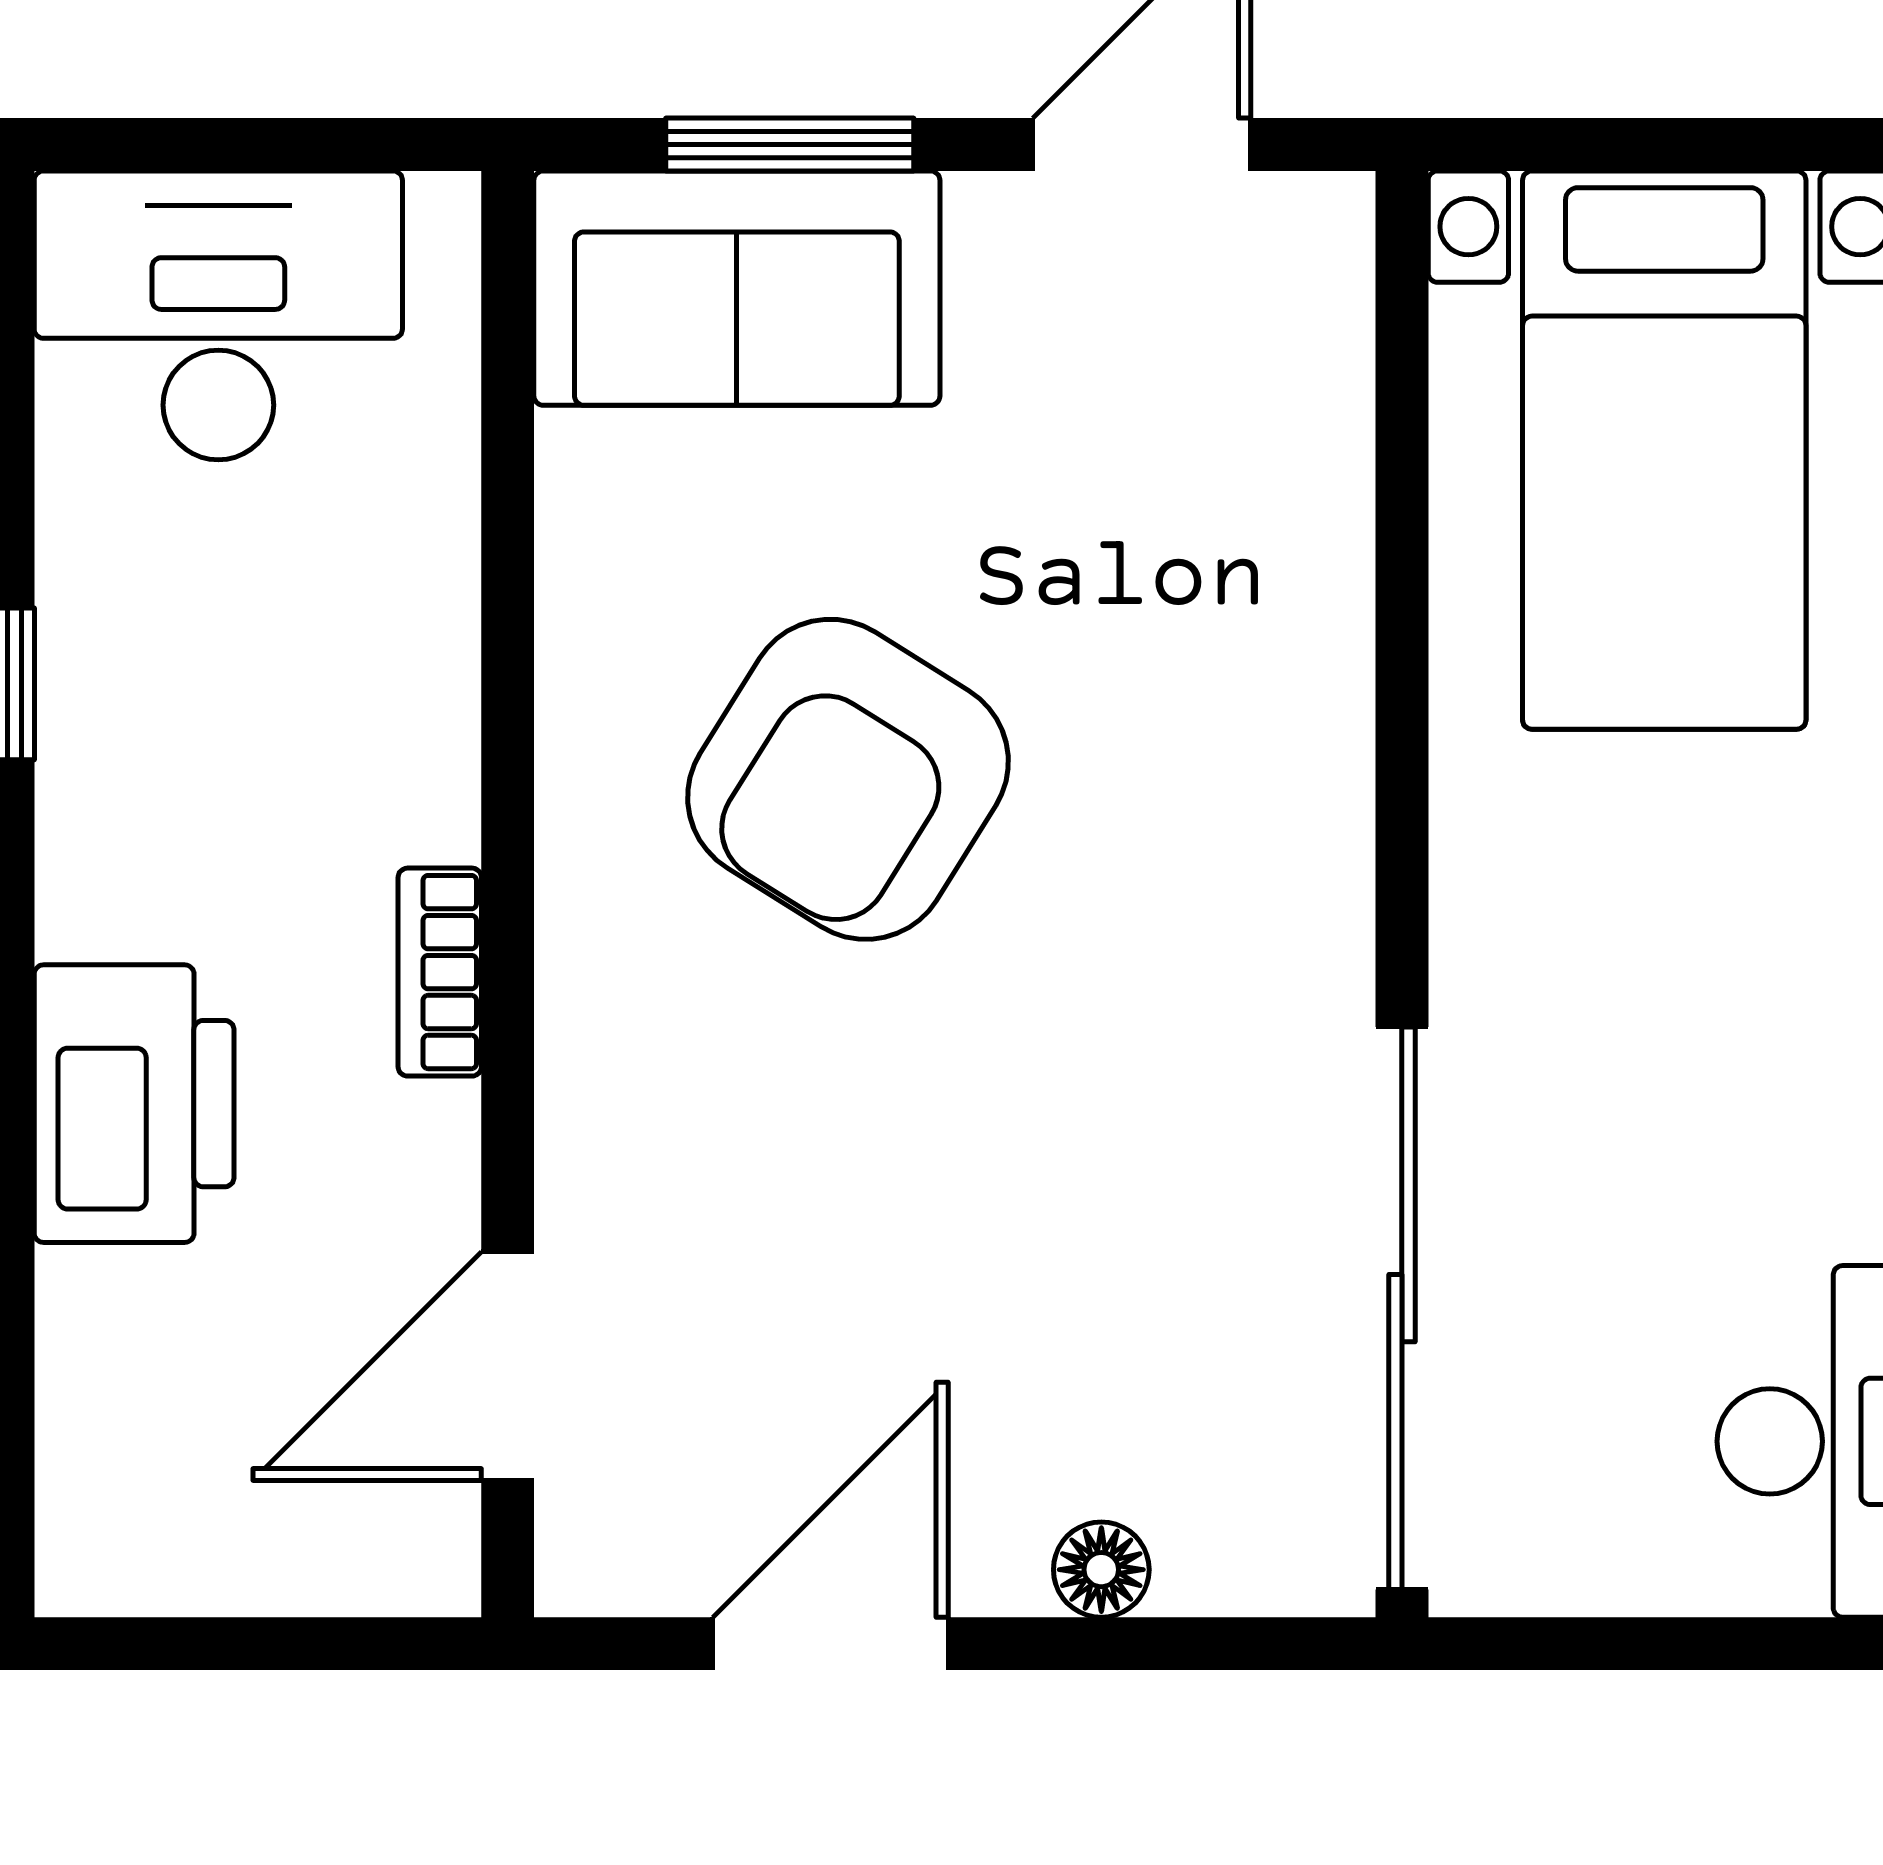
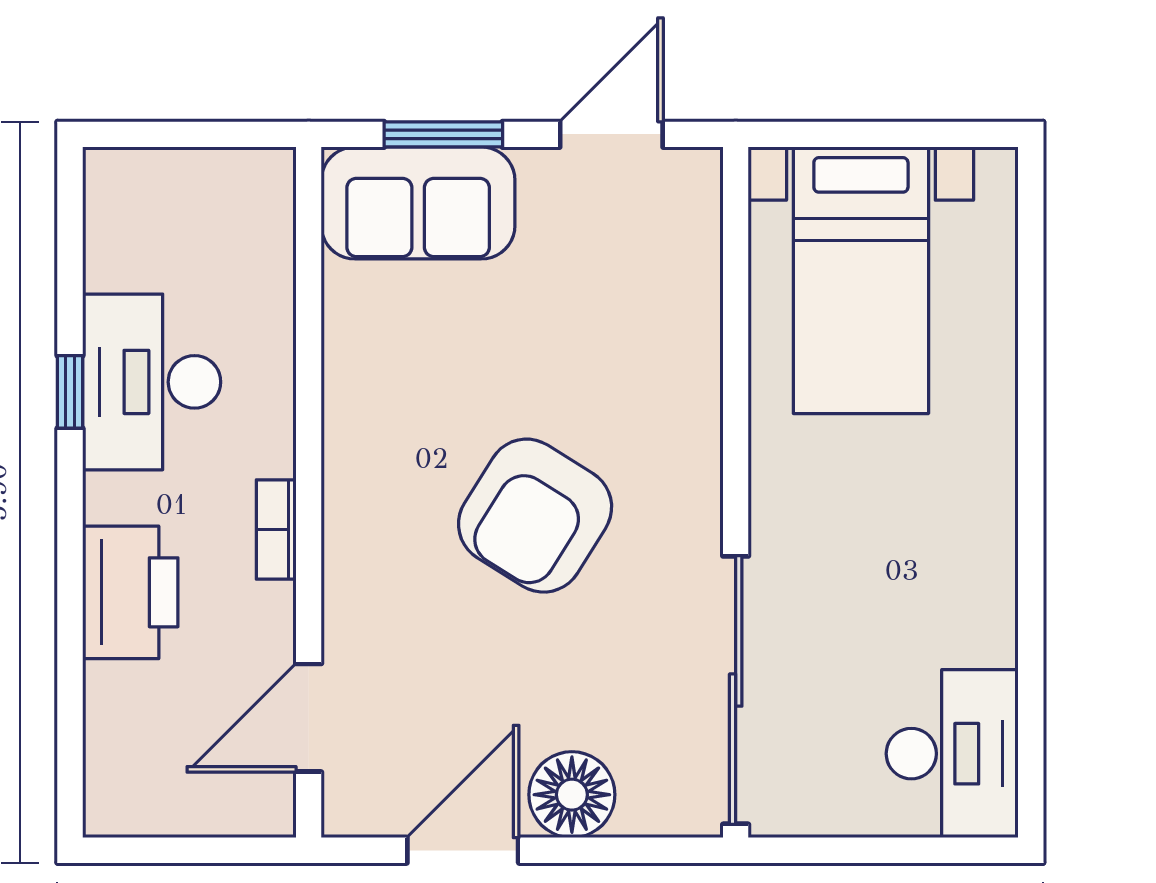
desk: (218, 315) -> (152, 382), moved, turned -90
armchair: (848, 779) -> (535, 516), moved
floor lamp: (1101, 1570) -> (572, 795), width x1.89, depth x1.89

